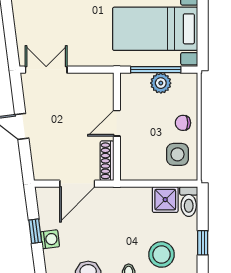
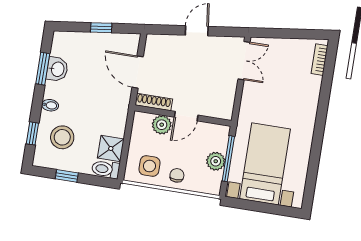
door: (117, 123) -> (186, 116), swing flipped
plant: (130, 148) -> (162, 125), added
washing machine: (50, 239) -> (92, 40), removed

